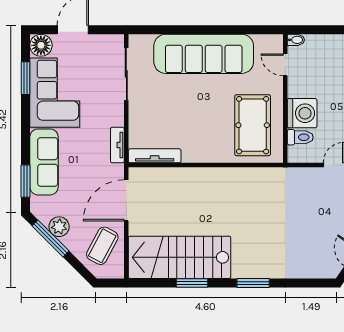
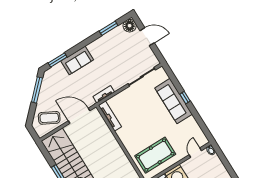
window: (196, 30) -> (185, 98), added
sofa: (204, 54) -> (174, 101), width x0.74, depth x0.79
corner sofa: (55, 93) -> (110, 47), removed
sofa: (44, 162) -> (77, 60), width x0.73
plant: (59, 227) -> (45, 91), removed

